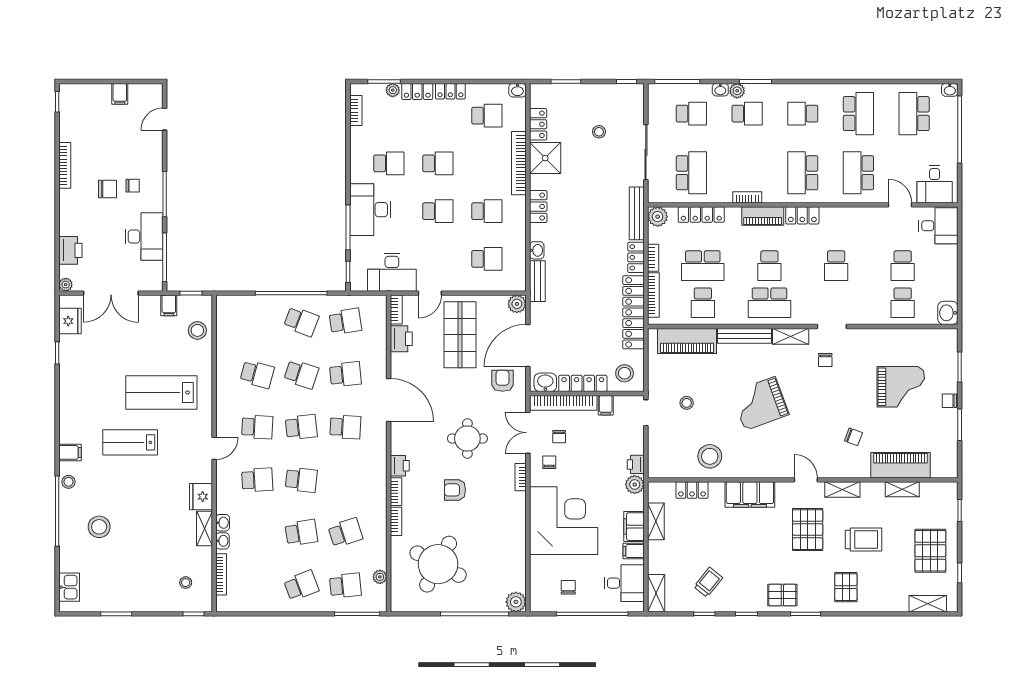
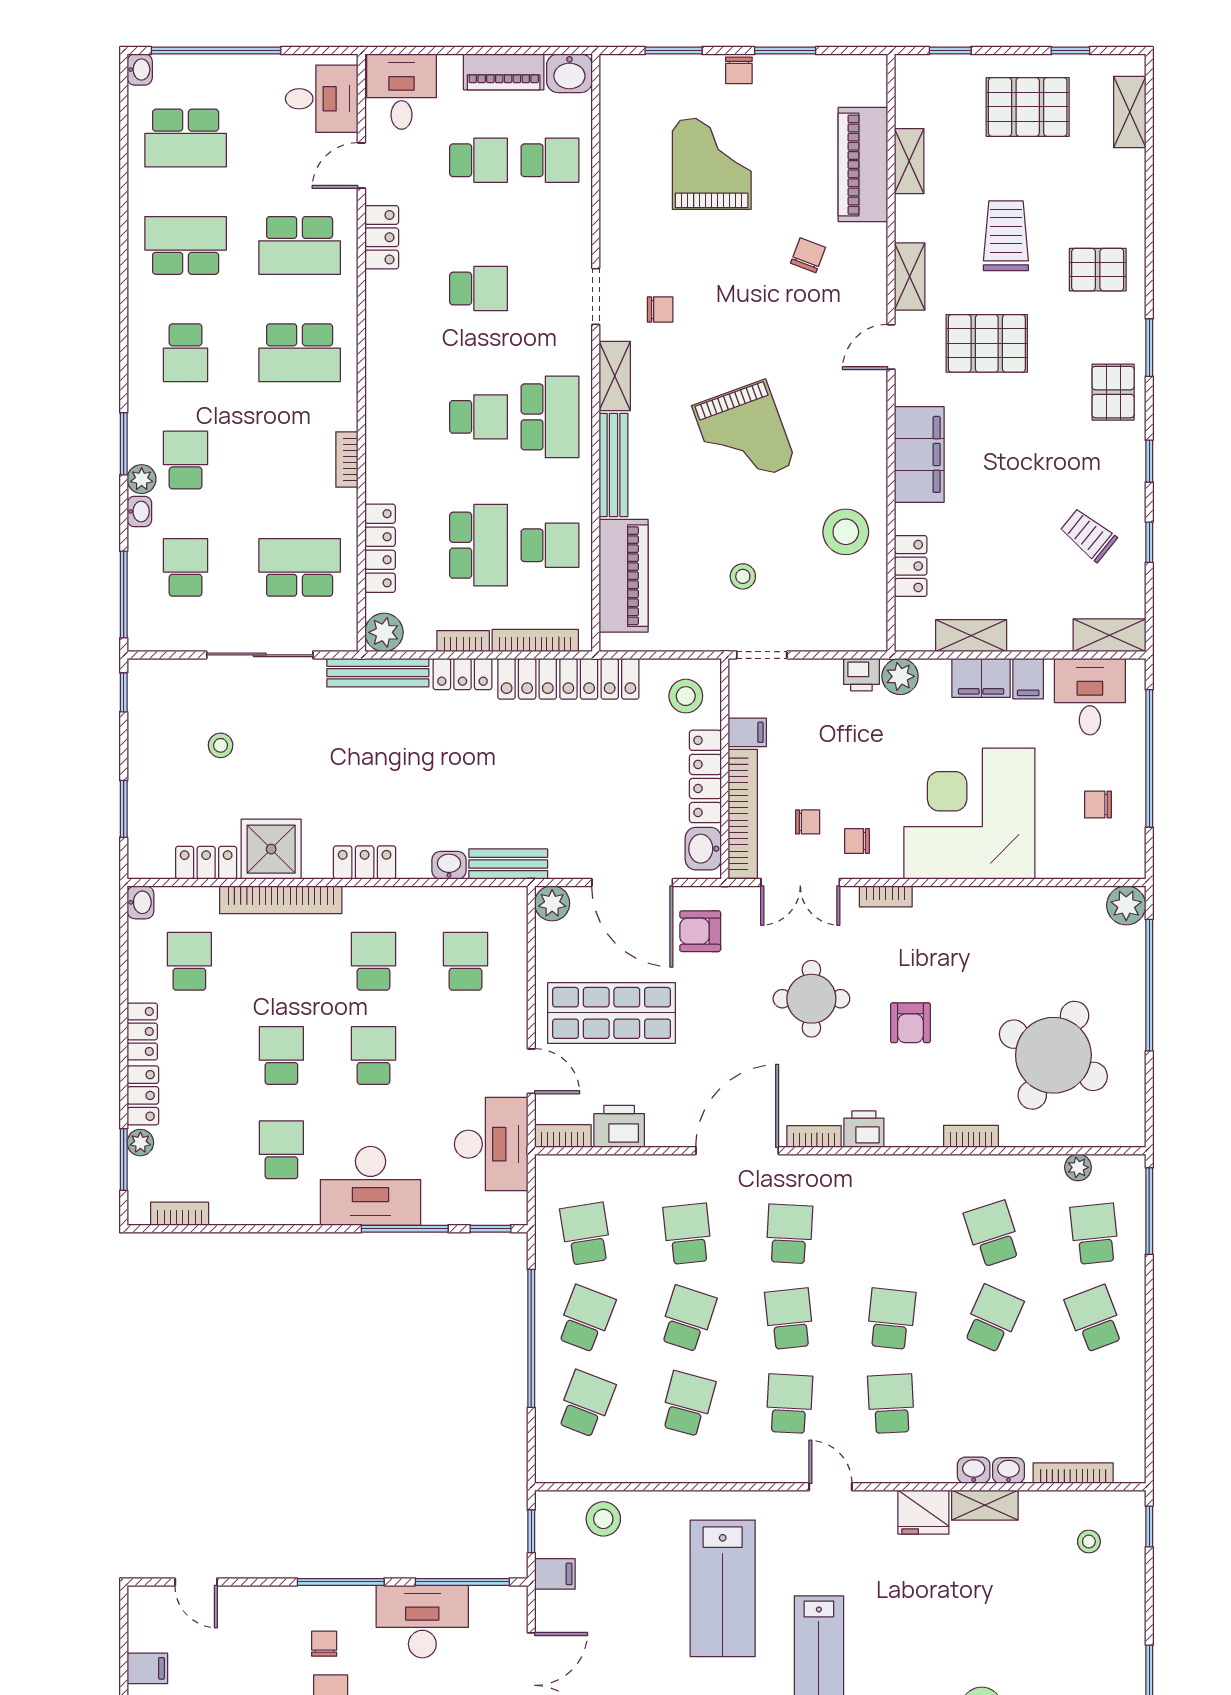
locker: (802, 215) -> (382, 237), moved
piano: (763, 216) -> (504, 72), moved, turned 90
school desk: (257, 321) -> (586, 1404), added
bookcase: (396, 492) -> (814, 1136), moved
school desk: (301, 533) -> (993, 1319), turned 33

